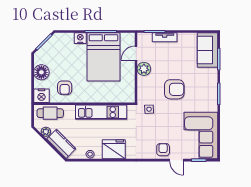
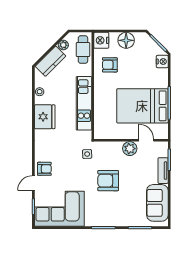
nightstand: (80, 38) -> (162, 62), moved
sofa: (208, 50) -> (157, 203), moved, turned -90
armchair: (174, 89) -> (108, 181), turned 90

